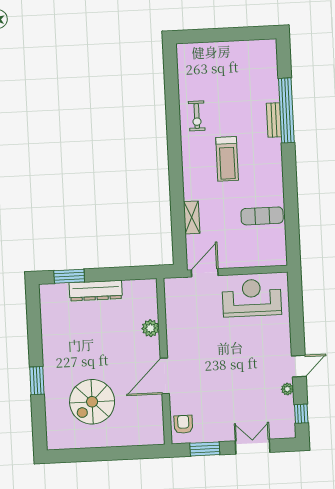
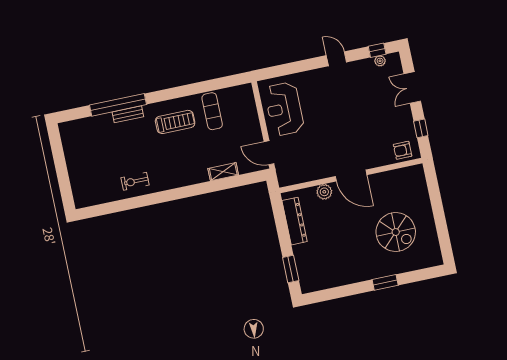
exercise bike: (197, 116) -> (135, 181), turned 180
treadmill: (227, 159) -> (175, 122), moved
dresser: (96, 291) -> (295, 221), moved
door: (165, 376) -> (351, 176), moved
plant: (287, 389) -> (380, 61), moved
window: (205, 449) -> (421, 128), width x0.67

